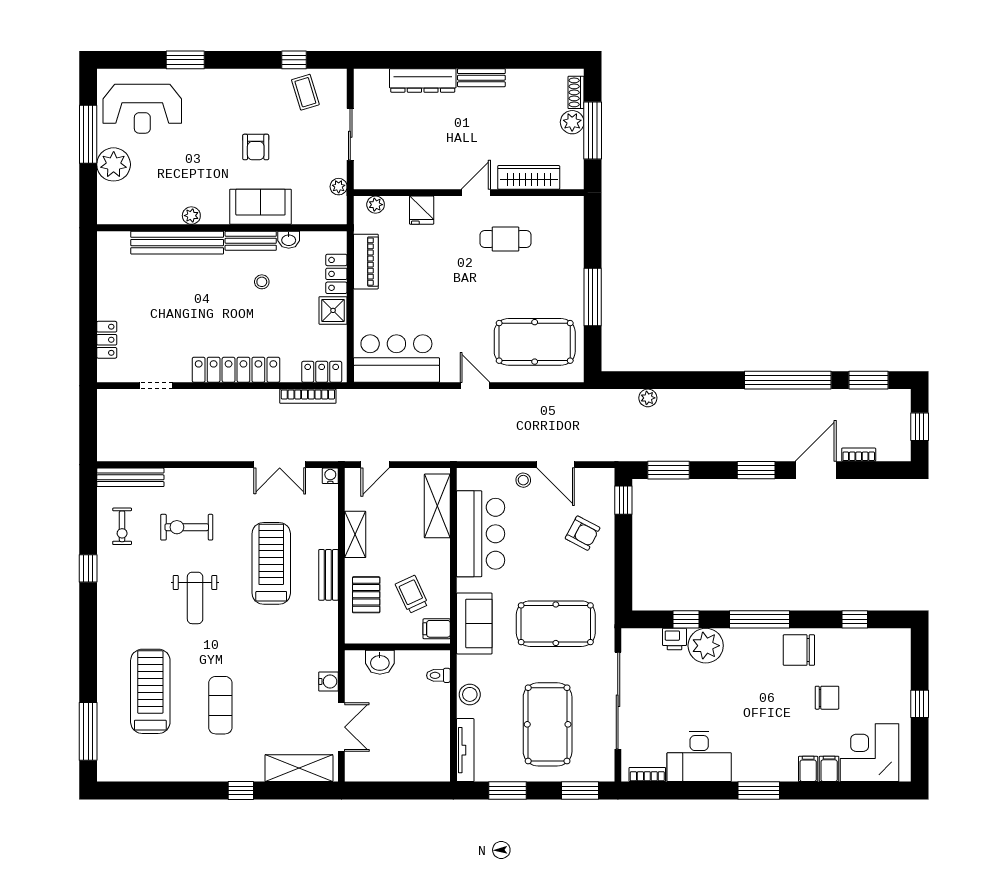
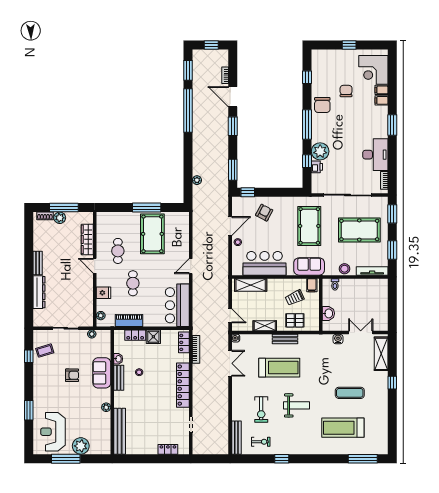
reception desk: (142, 109) -> (53, 432), turned 180
bench: (177, 243) -> (120, 431), moved
cafe table: (441, 269) -> (133, 283), added
pool table: (535, 342) -> (152, 234), moved
treadmill: (271, 563) -> (279, 368), turned 180

